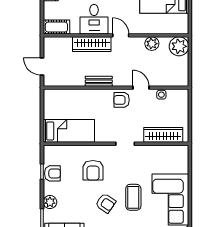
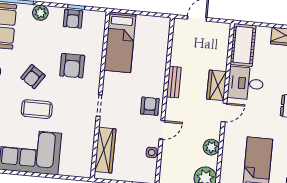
cot: (56, 27) -> (243, 45), width x1.37, depth x1.34
wardrobe: (92, 44) -> (217, 85), width x0.67
armchair: (93, 170) -> (72, 66), turned -90

